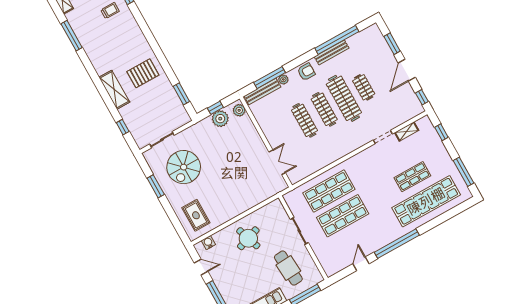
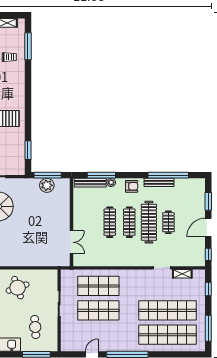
window: (215, 108) -> (48, 175), width x2.17
plant: (239, 110) -> (65, 187), removed
shop shelf: (412, 177) -> (168, 310), width x2.00, depth x1.36
cafe table: (288, 268) -> (35, 327), width x0.73, depth x0.74

